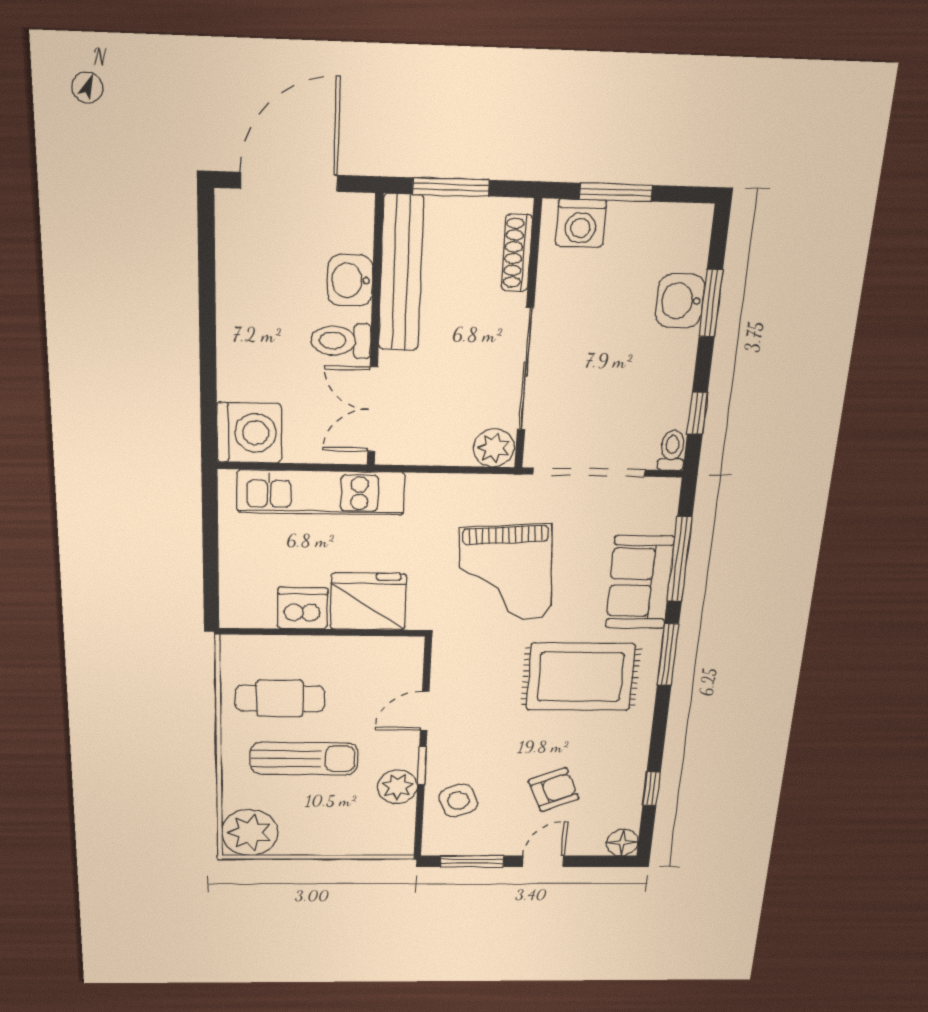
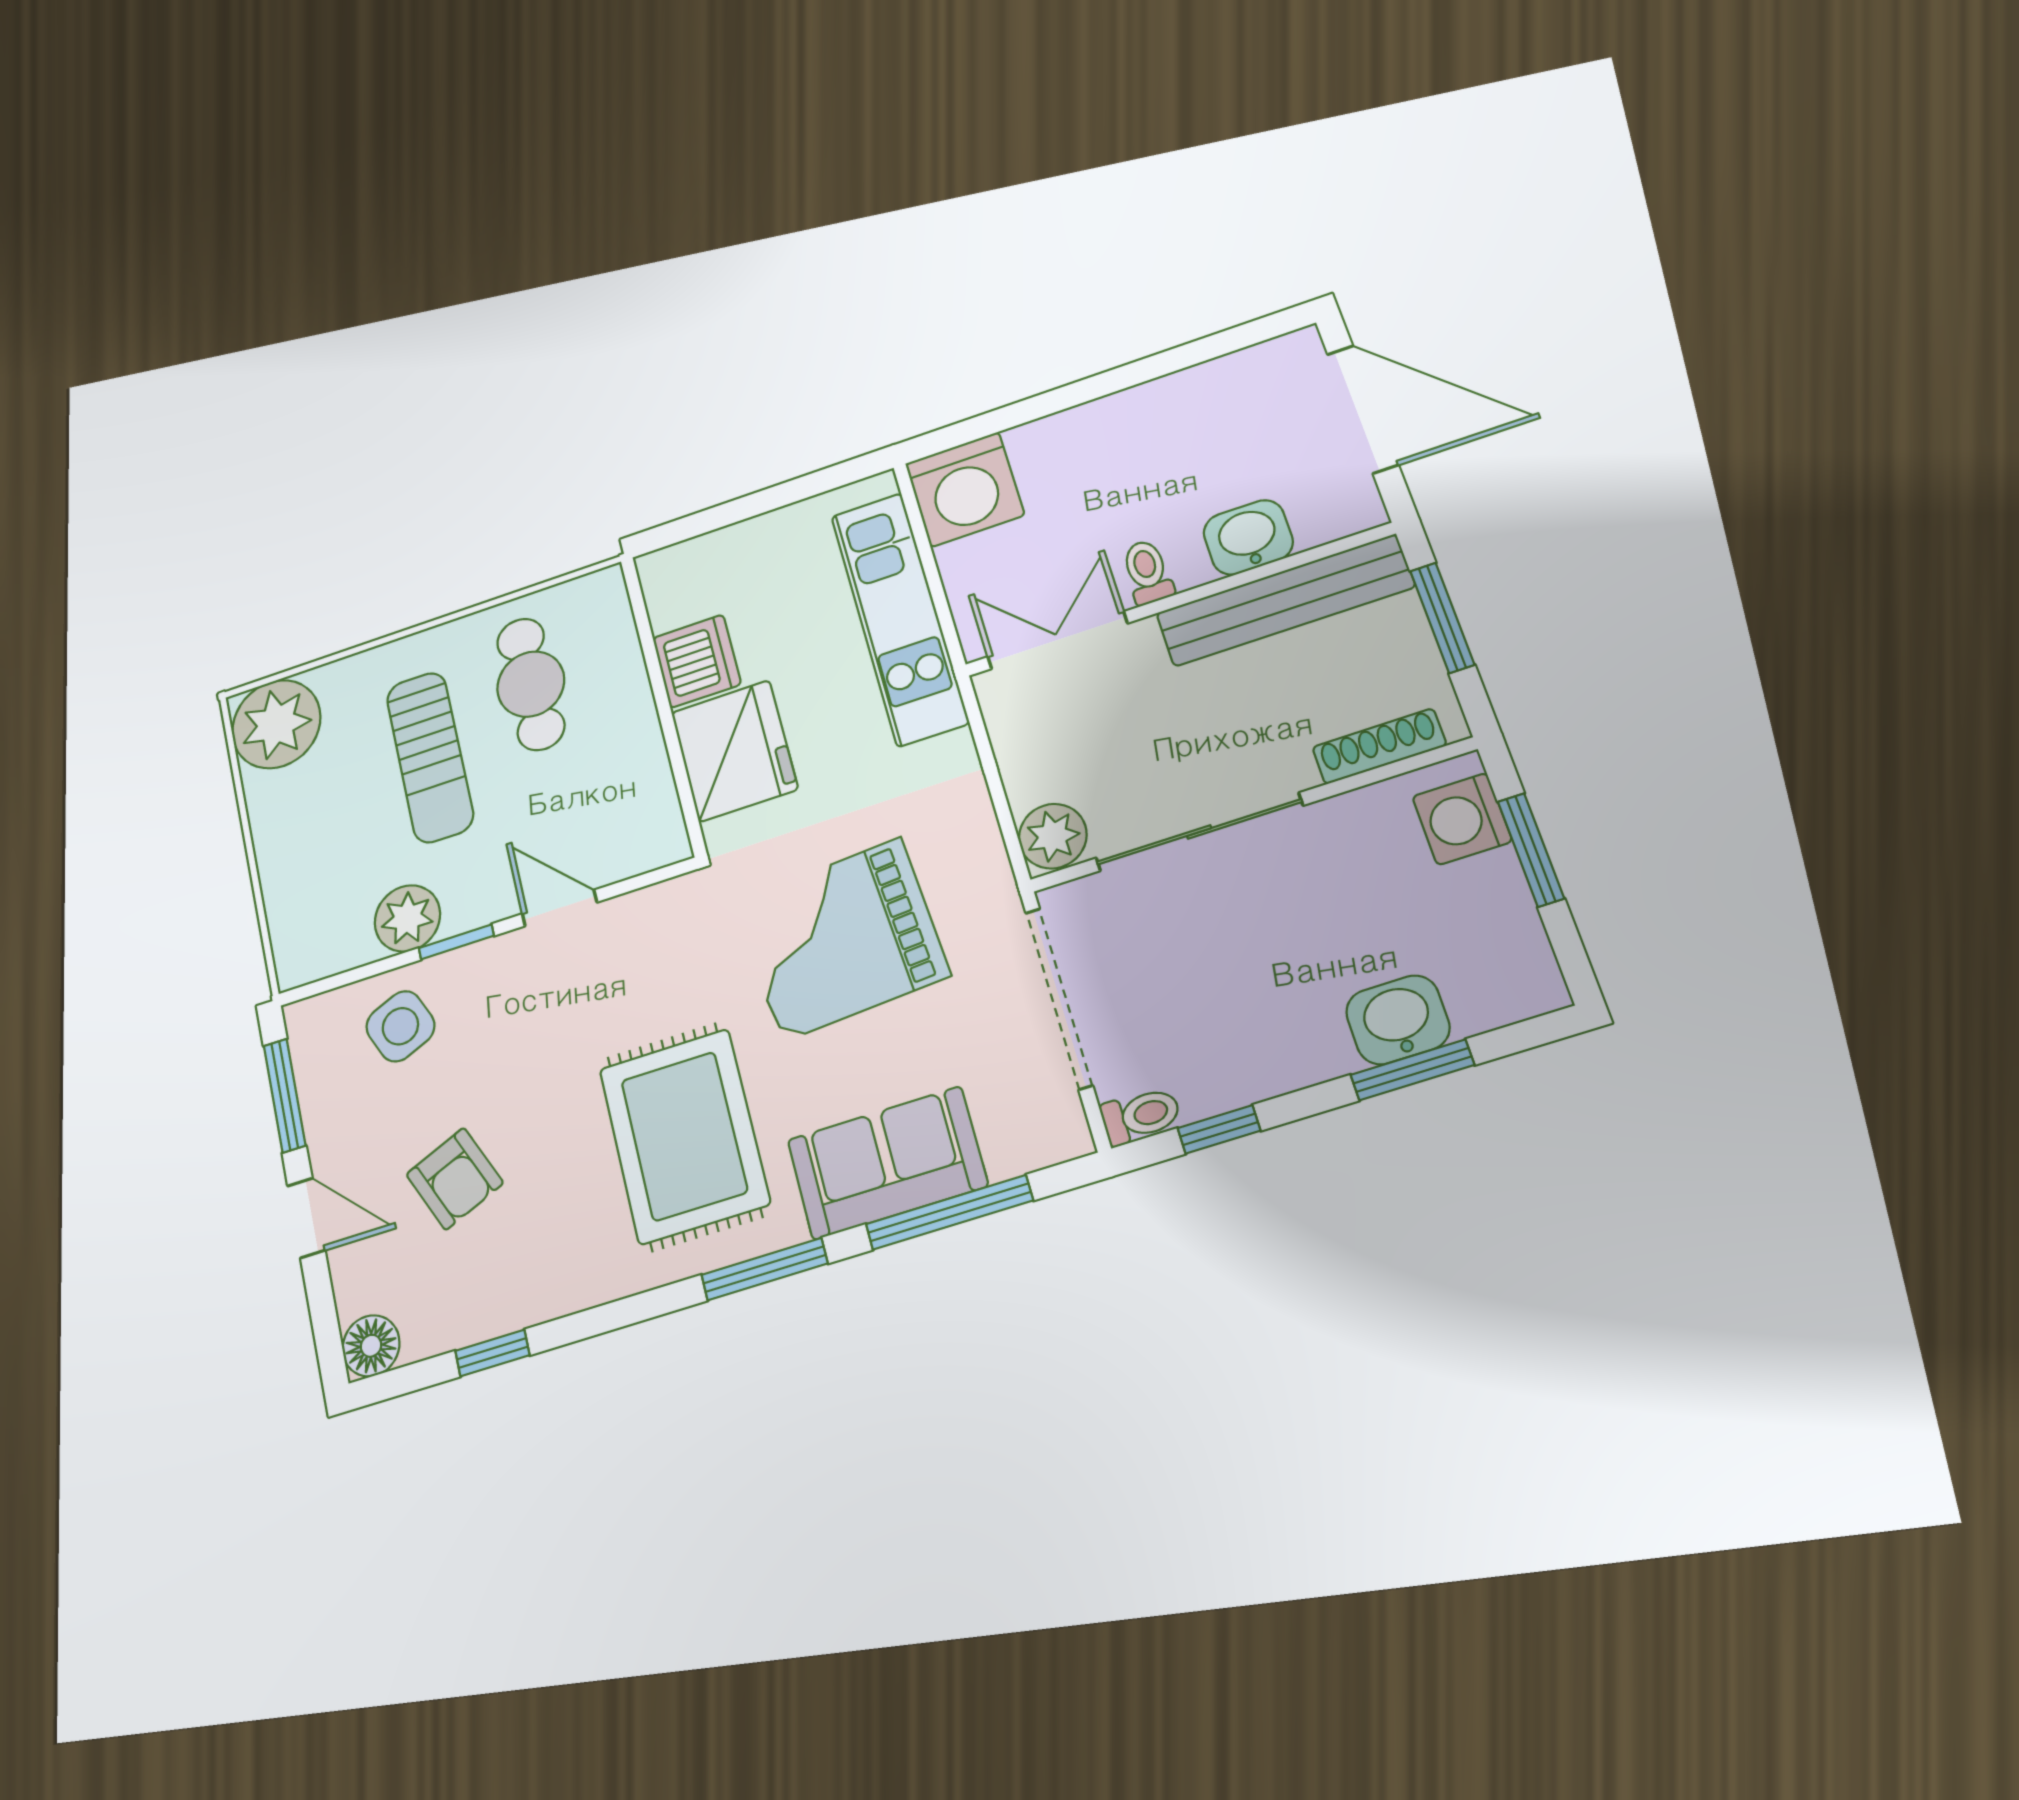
toilet: (341, 341) -> (1147, 572), width x0.73, depth x0.72

